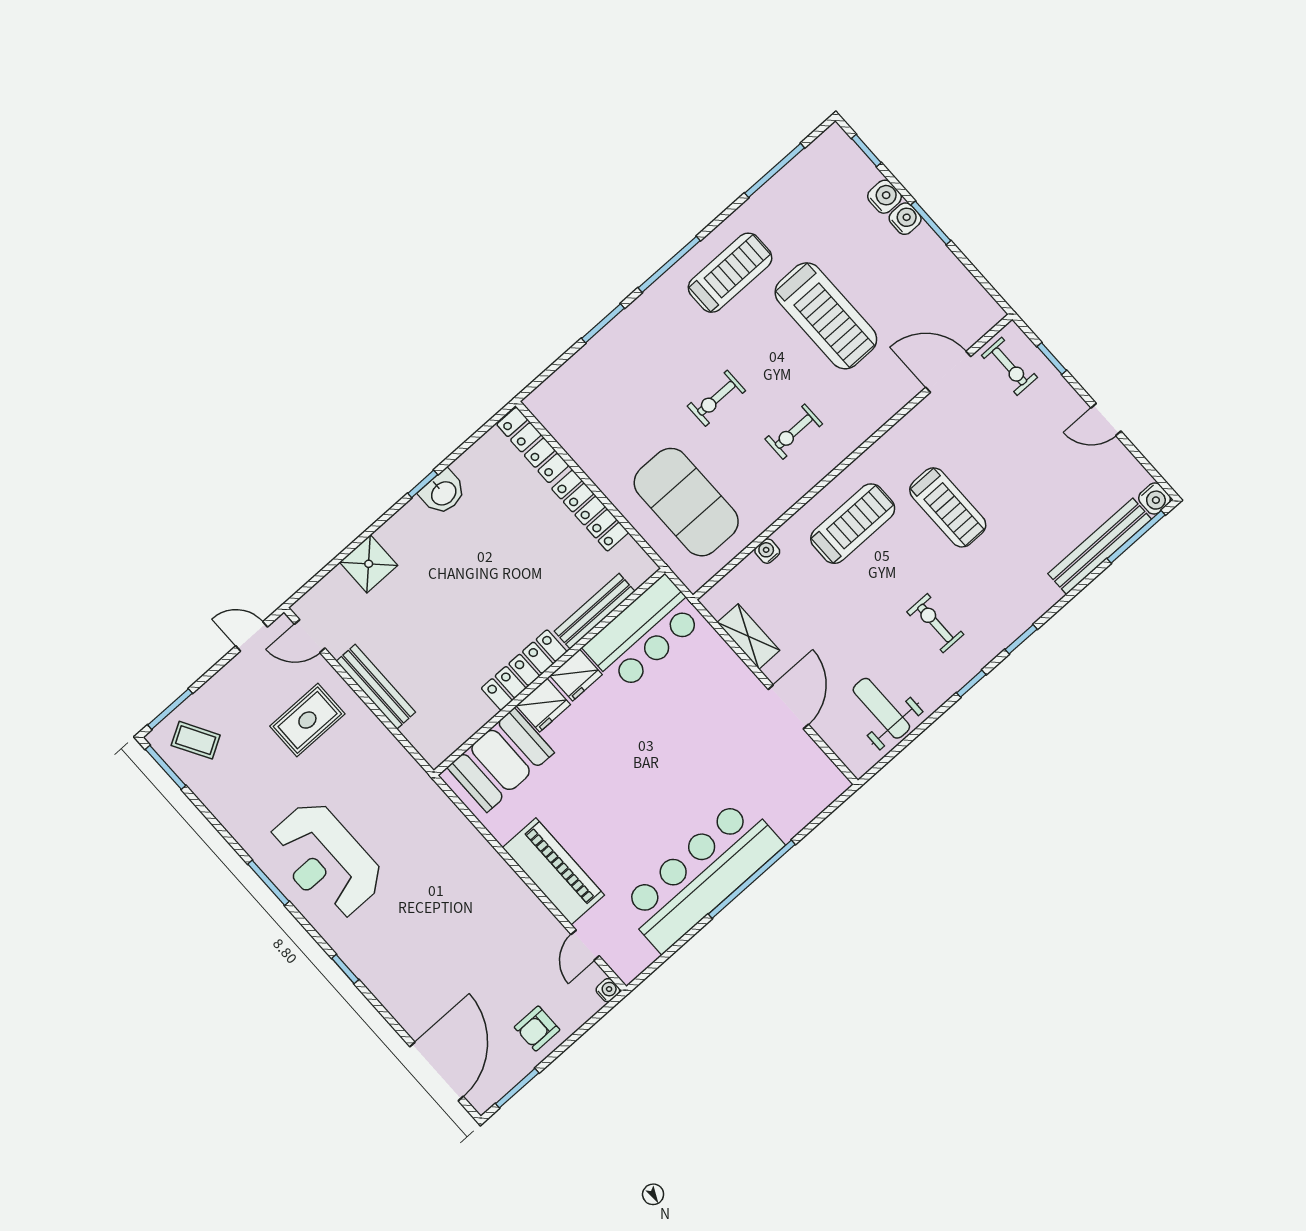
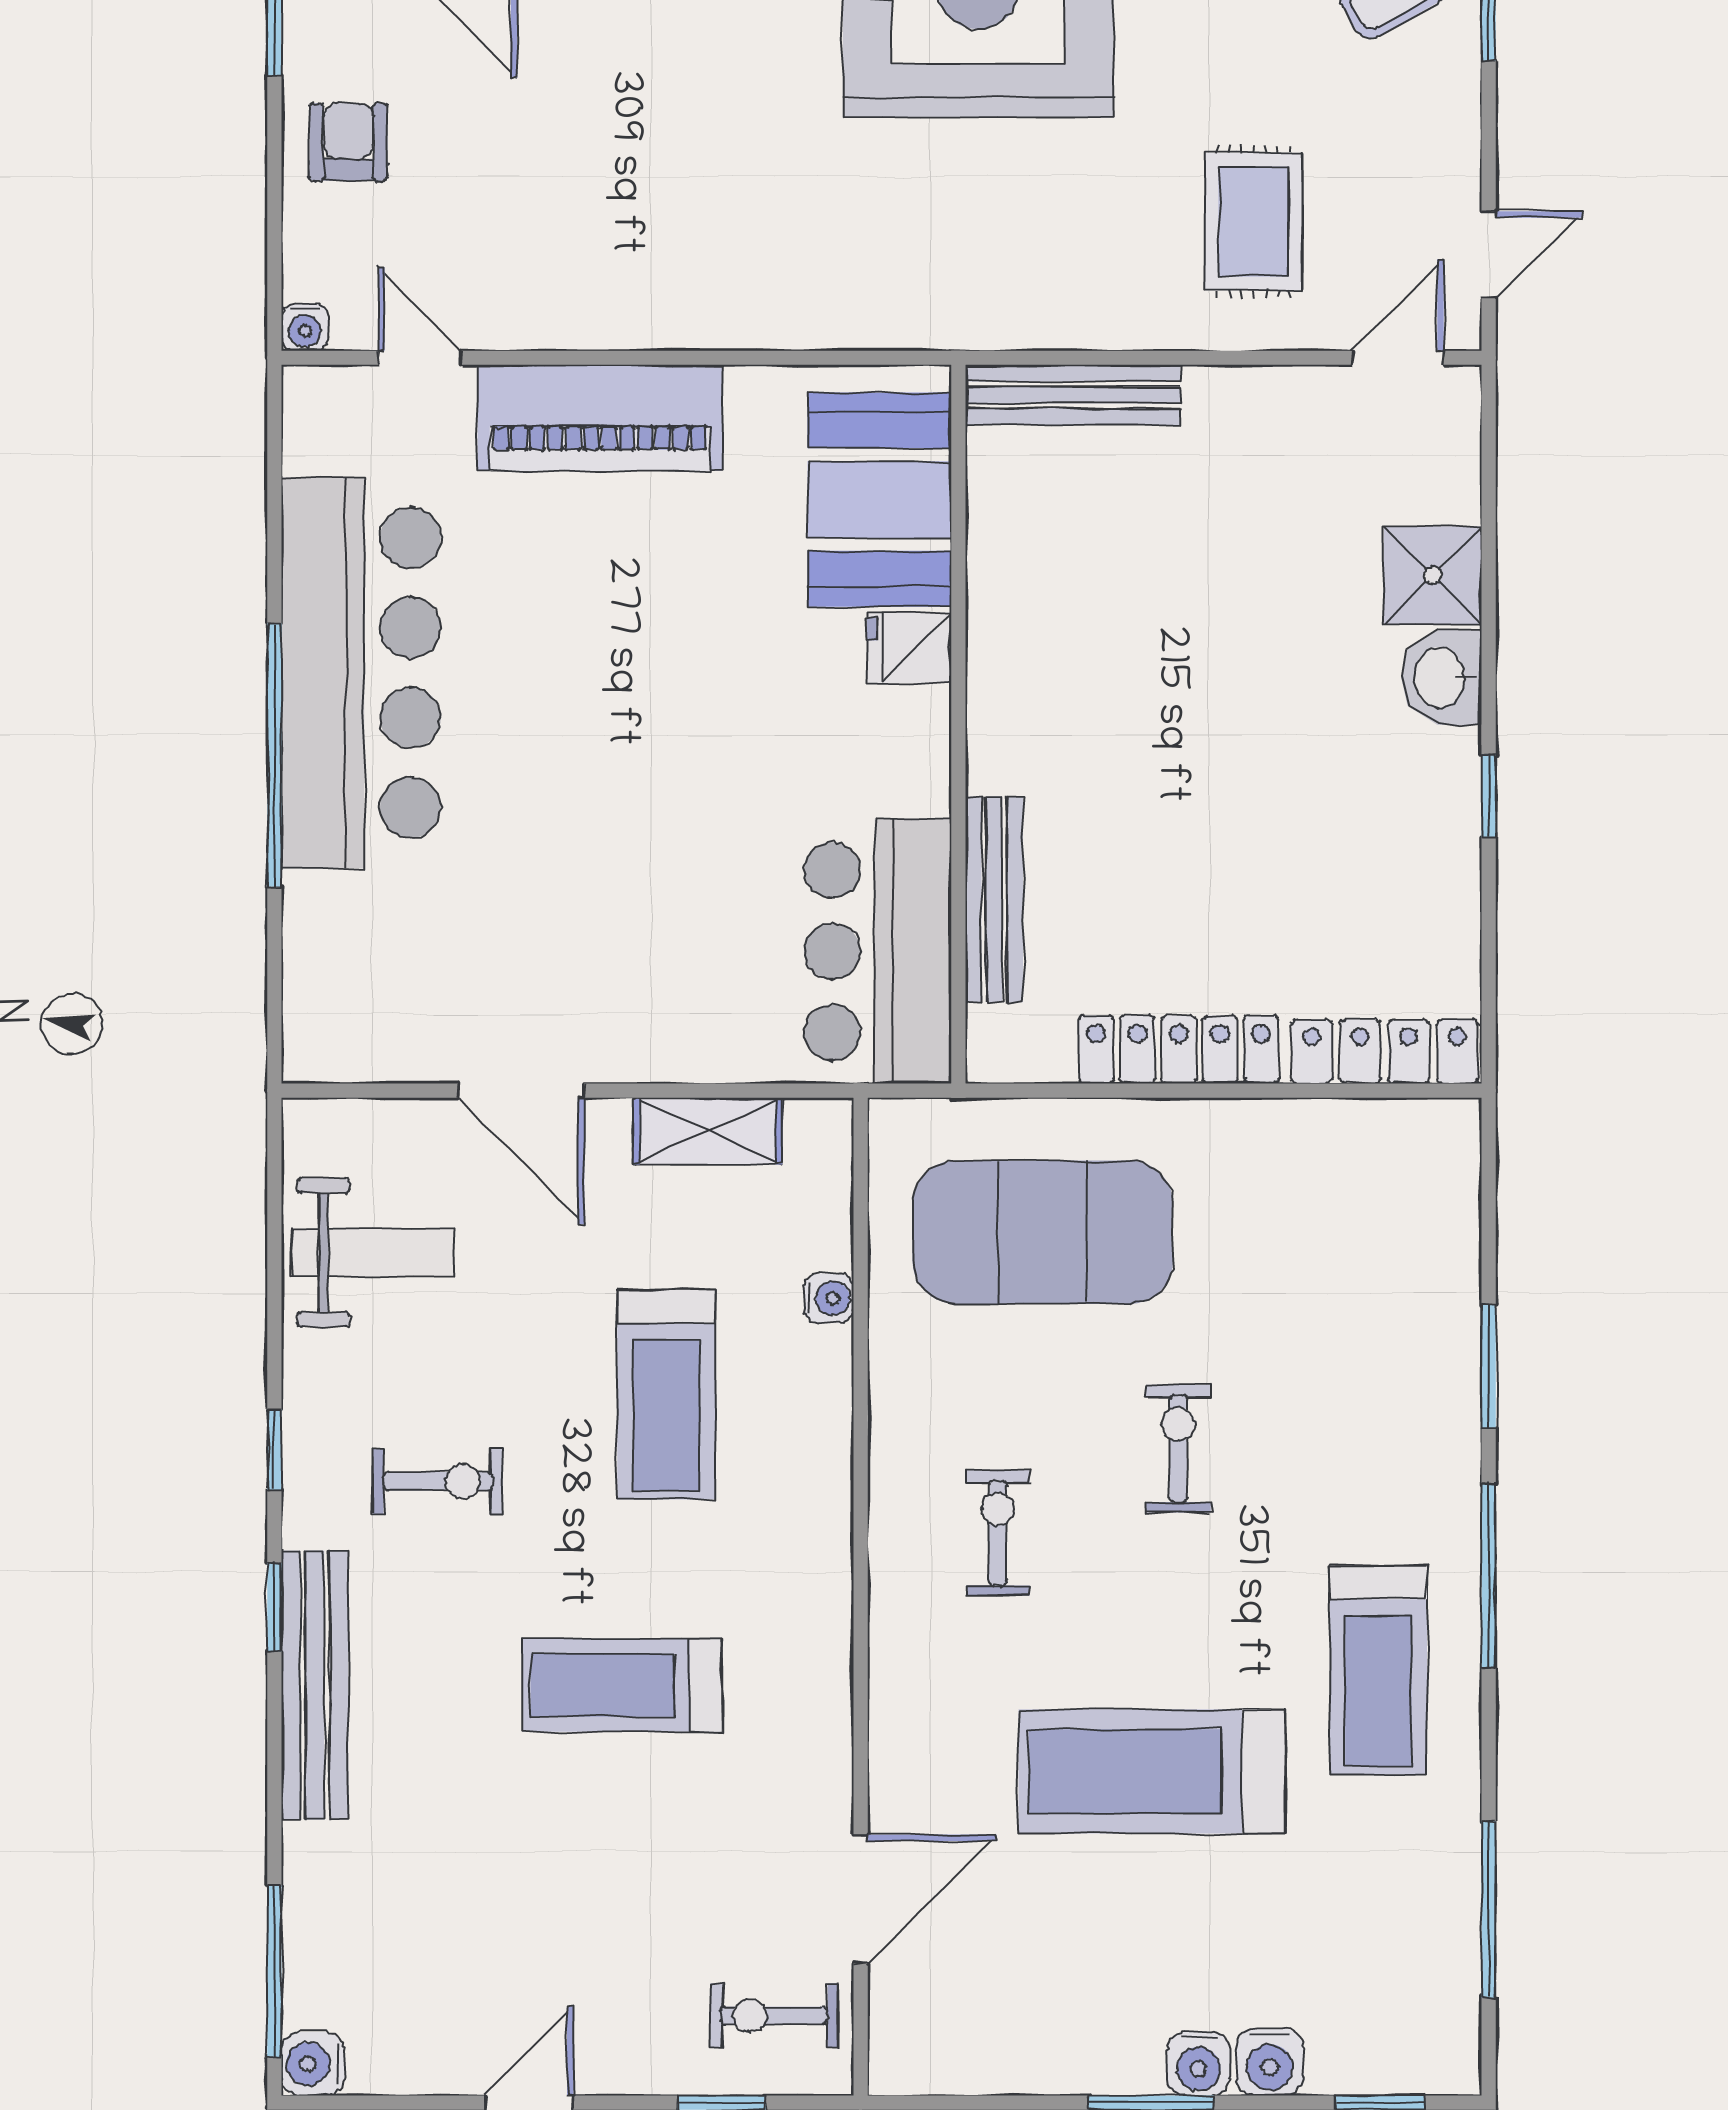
washbasin: (443, 493) -> (1441, 677), moved
treadmill: (853, 524) -> (666, 1394), moved
bench: (1100, 546) -> (315, 1685), moved
locker: (524, 670) -> (1001, 683), removed
fridge: (576, 675) -> (911, 766), removed
bench: (376, 687) -> (1073, 395), moved
fridge: (543, 705) -> (909, 648), width x0.72

